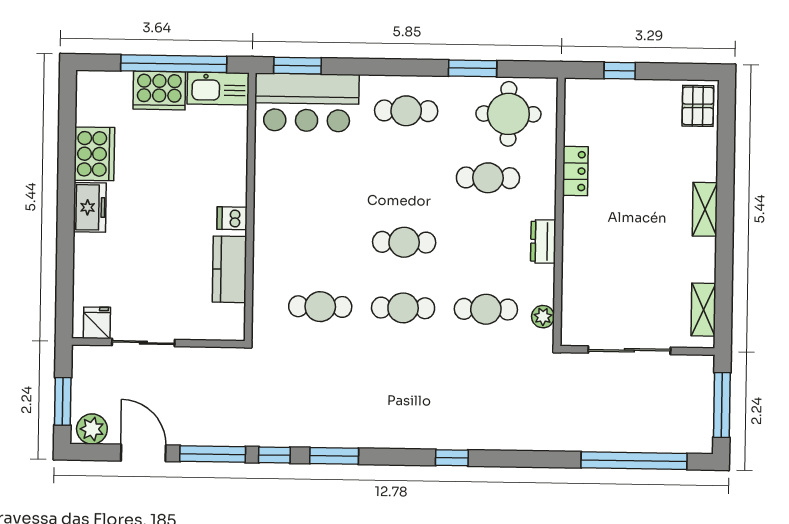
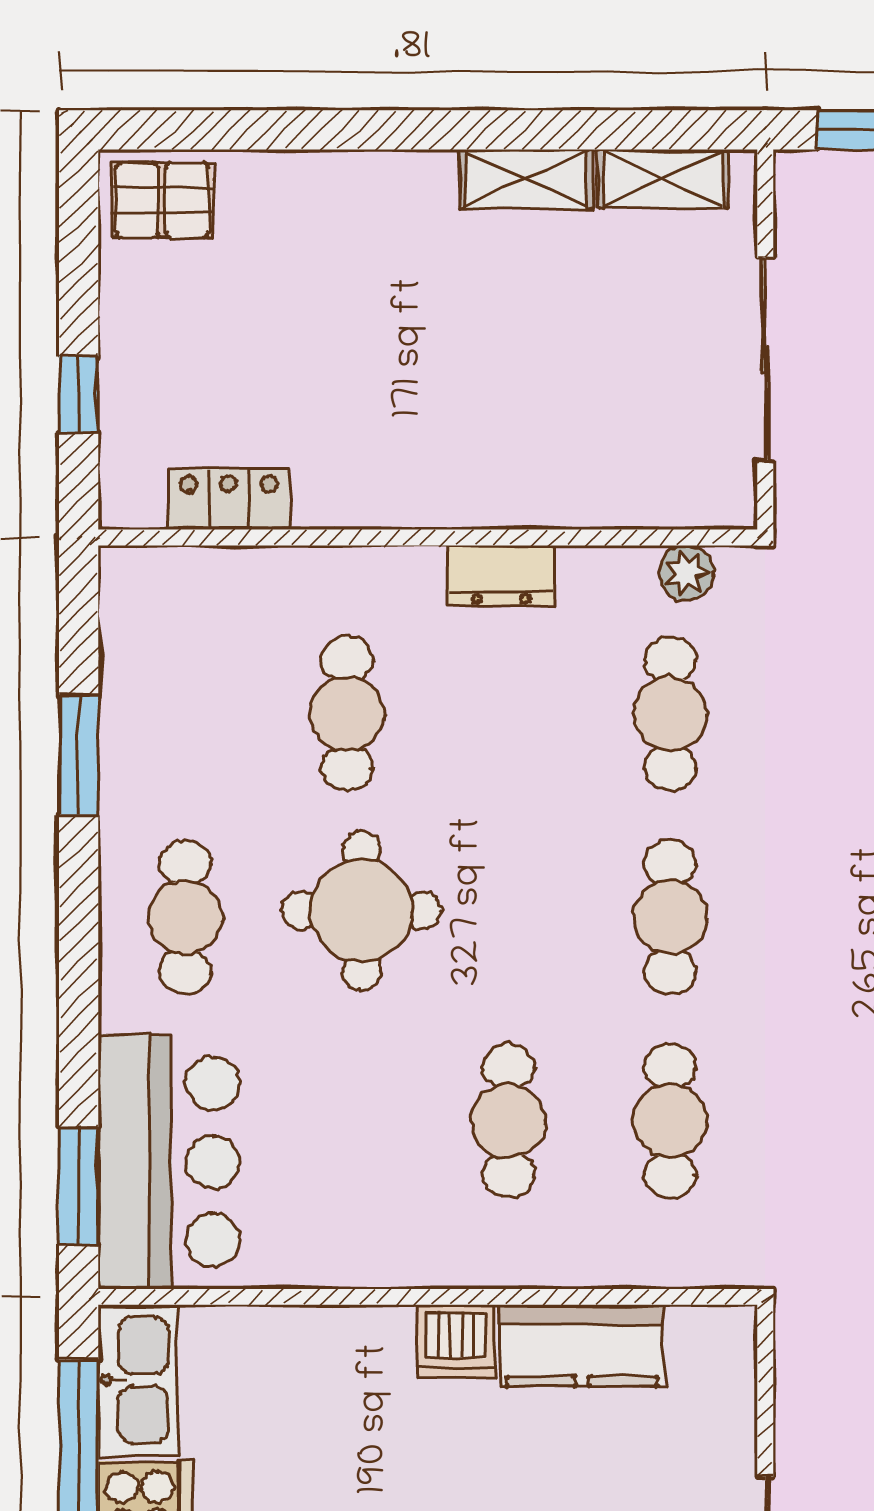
round table: (508, 114) -> (361, 911), moved
locker: (575, 171) -> (229, 499), moved
shelving: (705, 209) -> (526, 179), moved
dishwasher: (232, 218) -> (456, 1341), width x1.38
cafe table: (404, 242) -> (509, 1121), moved

